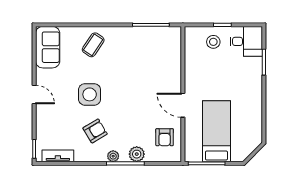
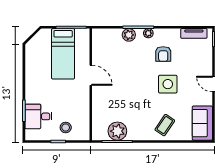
plant: (151, 37) -> (117, 131), added
desk: (246, 41) -> (38, 116), moved
armchair: (95, 131) -> (163, 54), turned -59
armchair: (165, 137) -> (106, 49), removed

